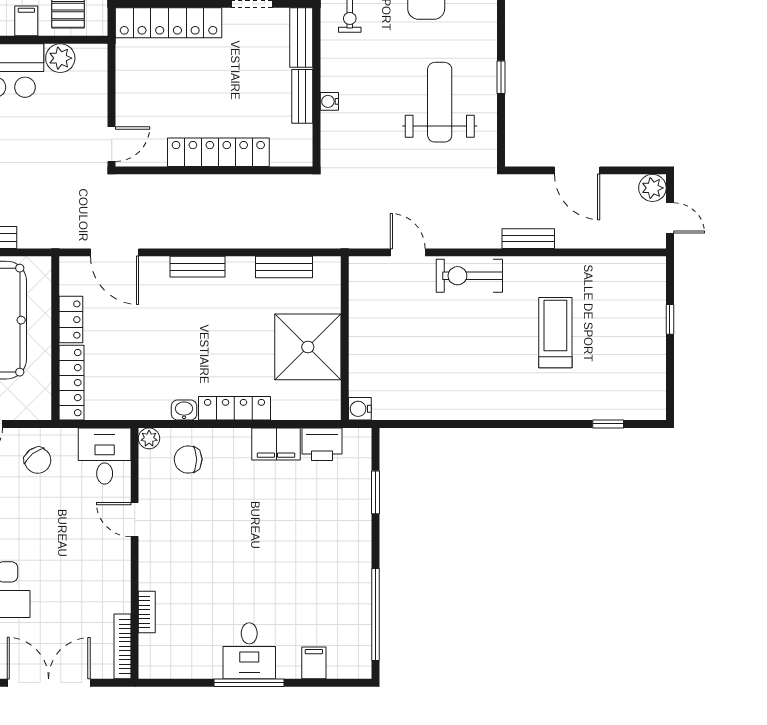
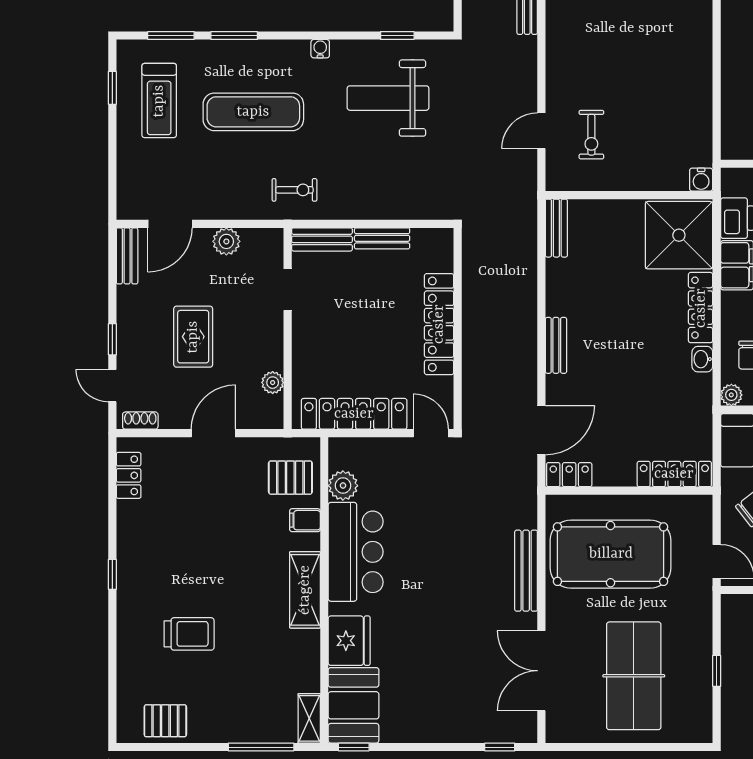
locker: (169, 23) -> (354, 414), moved, turned -90
window: (501, 77) -> (397, 36), moved
water cooler: (329, 101) -> (320, 49), moved, turned 180
bench: (284, 267) -> (556, 228), moved
exercise bike: (469, 276) -> (591, 135), moved, width x0.73, depth x0.72
locker: (71, 320) -> (569, 475), moved
shower: (308, 347) -> (679, 235), moved

